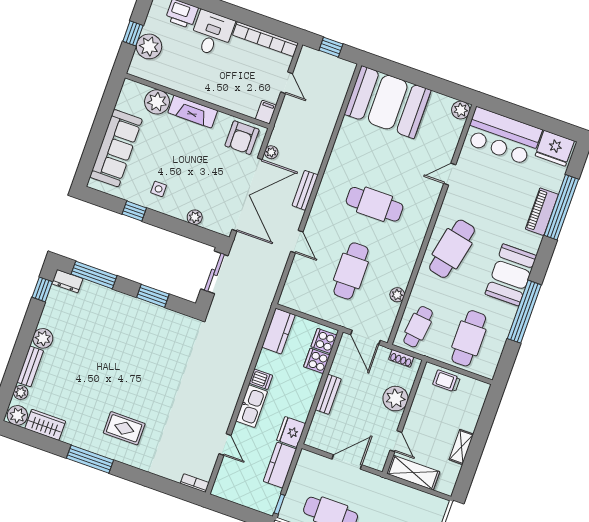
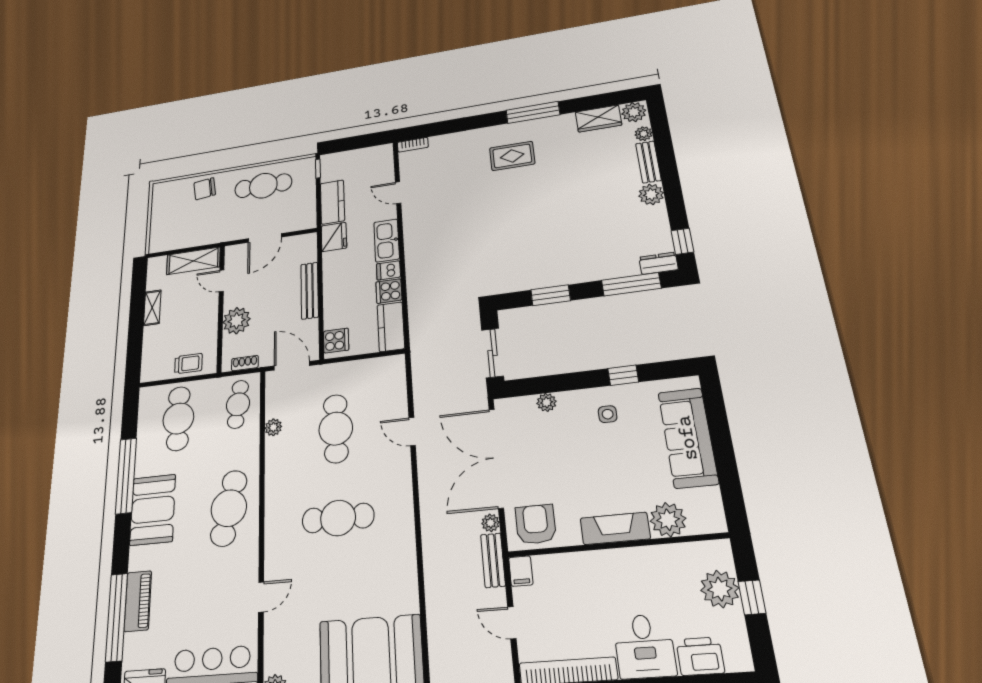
bench: (305, 190) -> (493, 560), moved
cooker: (317, 361) -> (389, 291), moved, turned 180
bench: (328, 394) -> (310, 291), width x1.36

